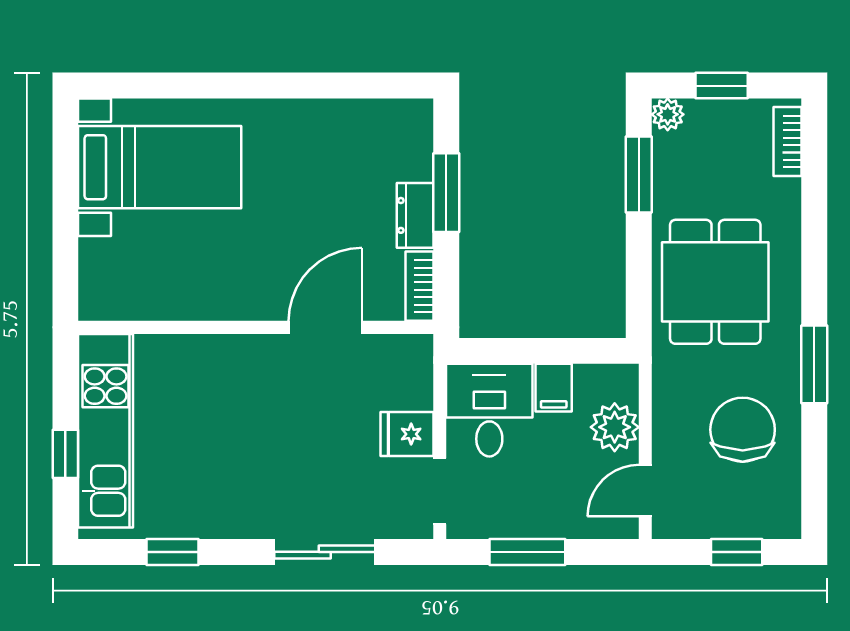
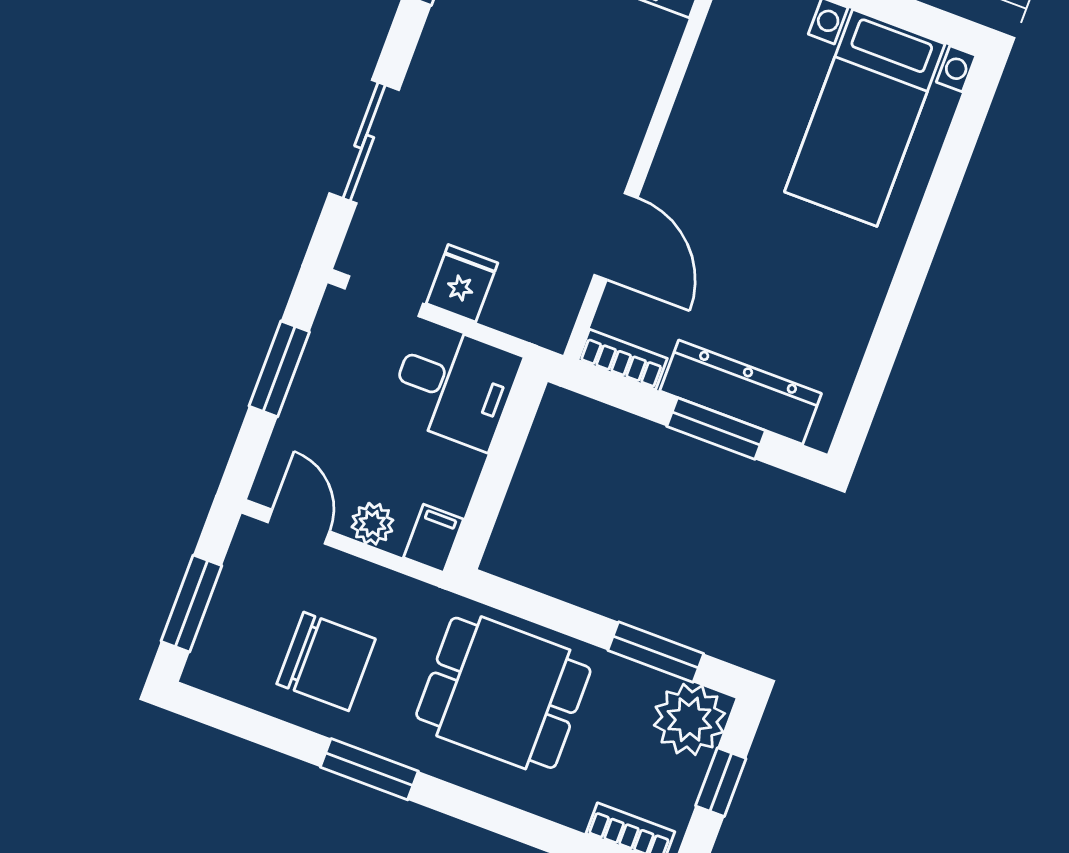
plant: (668, 114) -> (689, 719), width x1.87, depth x1.87
dresser: (415, 215) -> (741, 392), width x1.96, depth x1.24
filing cabinet: (554, 388) -> (434, 538), moved, turned 90
plant: (615, 427) -> (372, 524), width x0.73, depth x0.73
window: (737, 552) -> (191, 604), width x1.50

